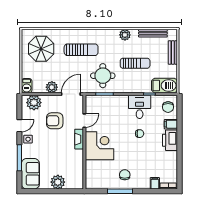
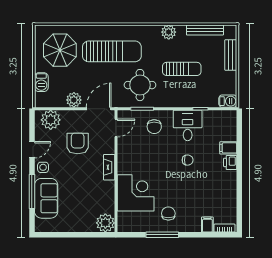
sun lounger: (81, 50) -> (112, 51), width x1.36, depth x1.34
barbecue: (27, 86) -> (41, 82), moved
barbecue: (164, 86) -> (228, 101), width x0.53, depth x0.65
chair: (168, 107) -> (154, 127), moved
armchair: (55, 121) -> (78, 143), turned 90
door: (84, 121) -> (116, 128), moved
printer: (170, 140) -> (230, 162), width x0.53, depth x0.68
corner desk: (99, 146) -> (136, 193), moved
sofa: (30, 174) -> (46, 198), moved
plant: (58, 182) -> (105, 223), moved

